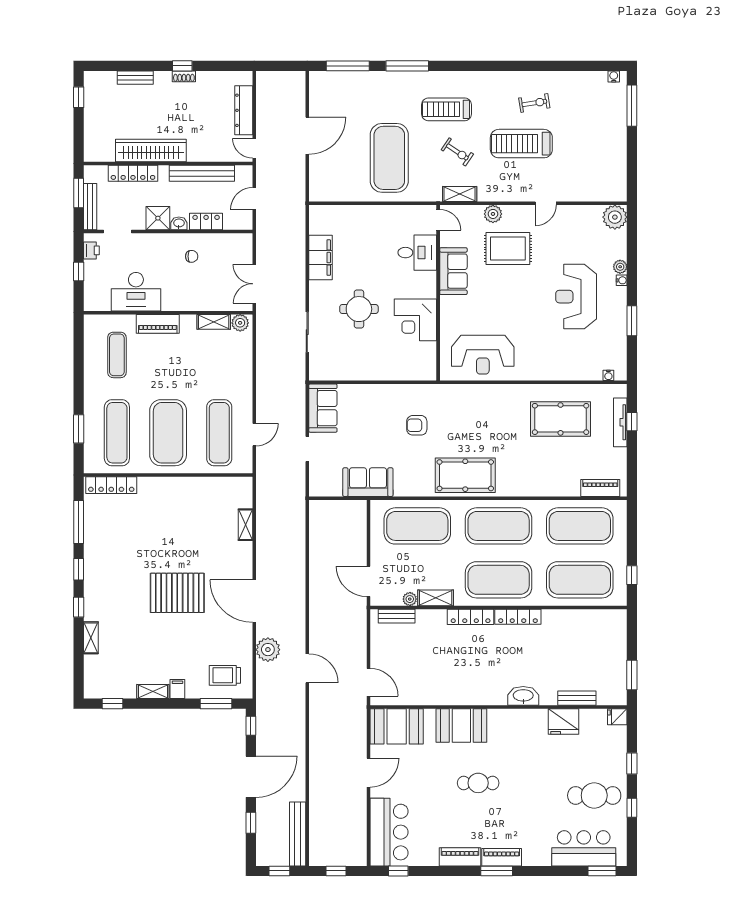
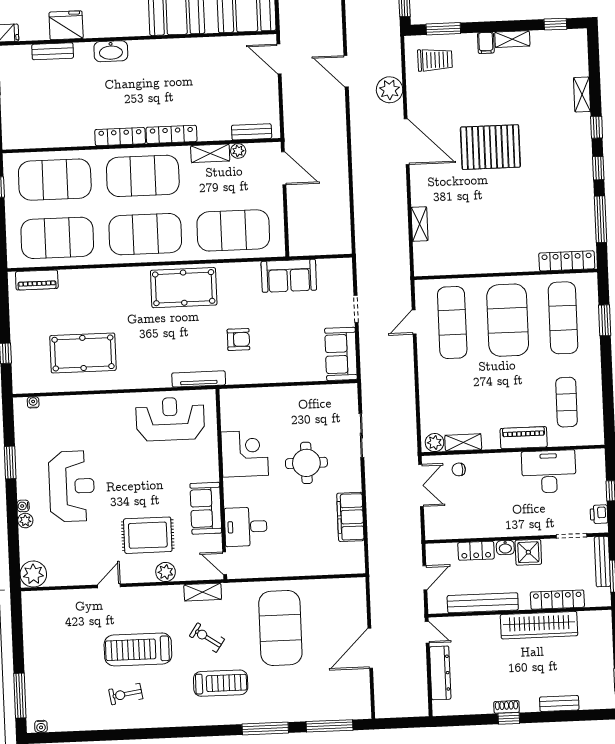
treadmill: (521, 144) -> (138, 649), turned 180
chair: (192, 256) -> (459, 469), moved
tv unit: (620, 422) -> (199, 379), moved, turned -90

